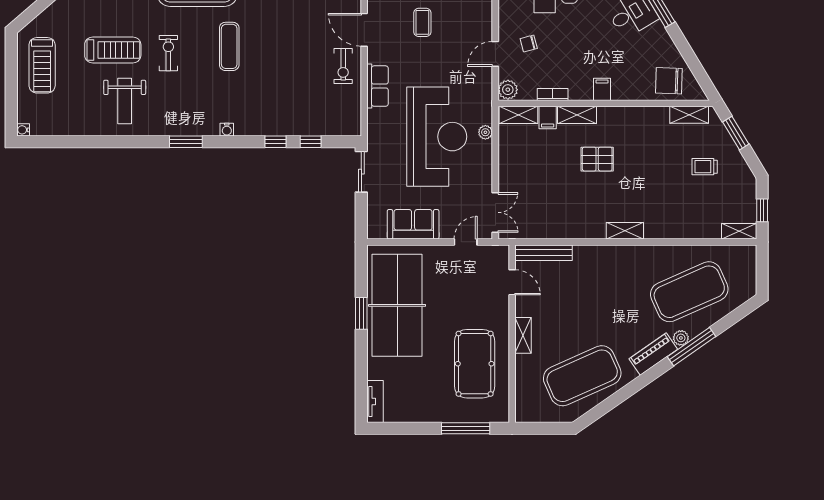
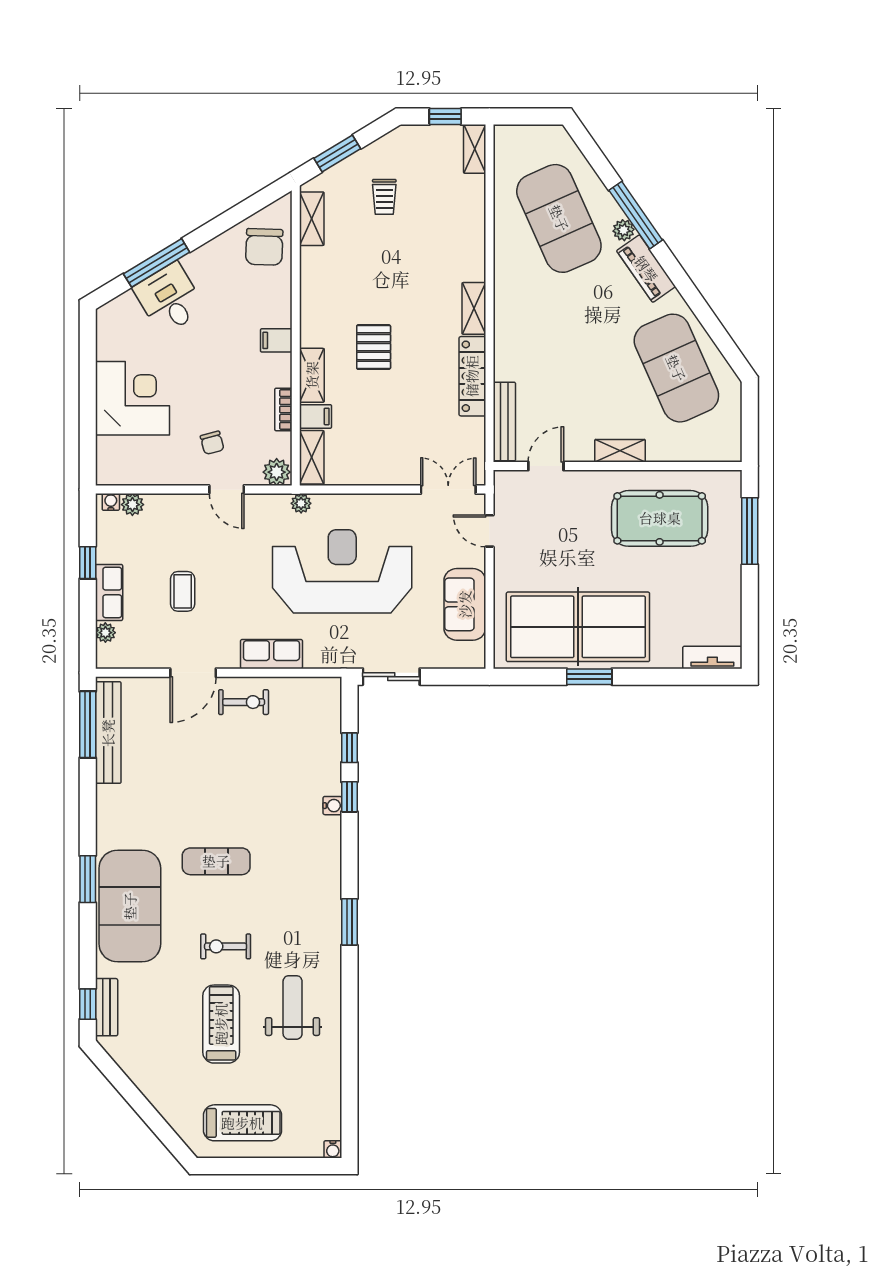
coffee table: (422, 22) -> (183, 591), turned 90
weight bench: (125, 101) -> (293, 1007), turned -90
water cooler: (227, 130) -> (332, 806), moved
plant: (485, 132) -> (301, 503), moved
locker: (576, 230) -> (472, 376), added

